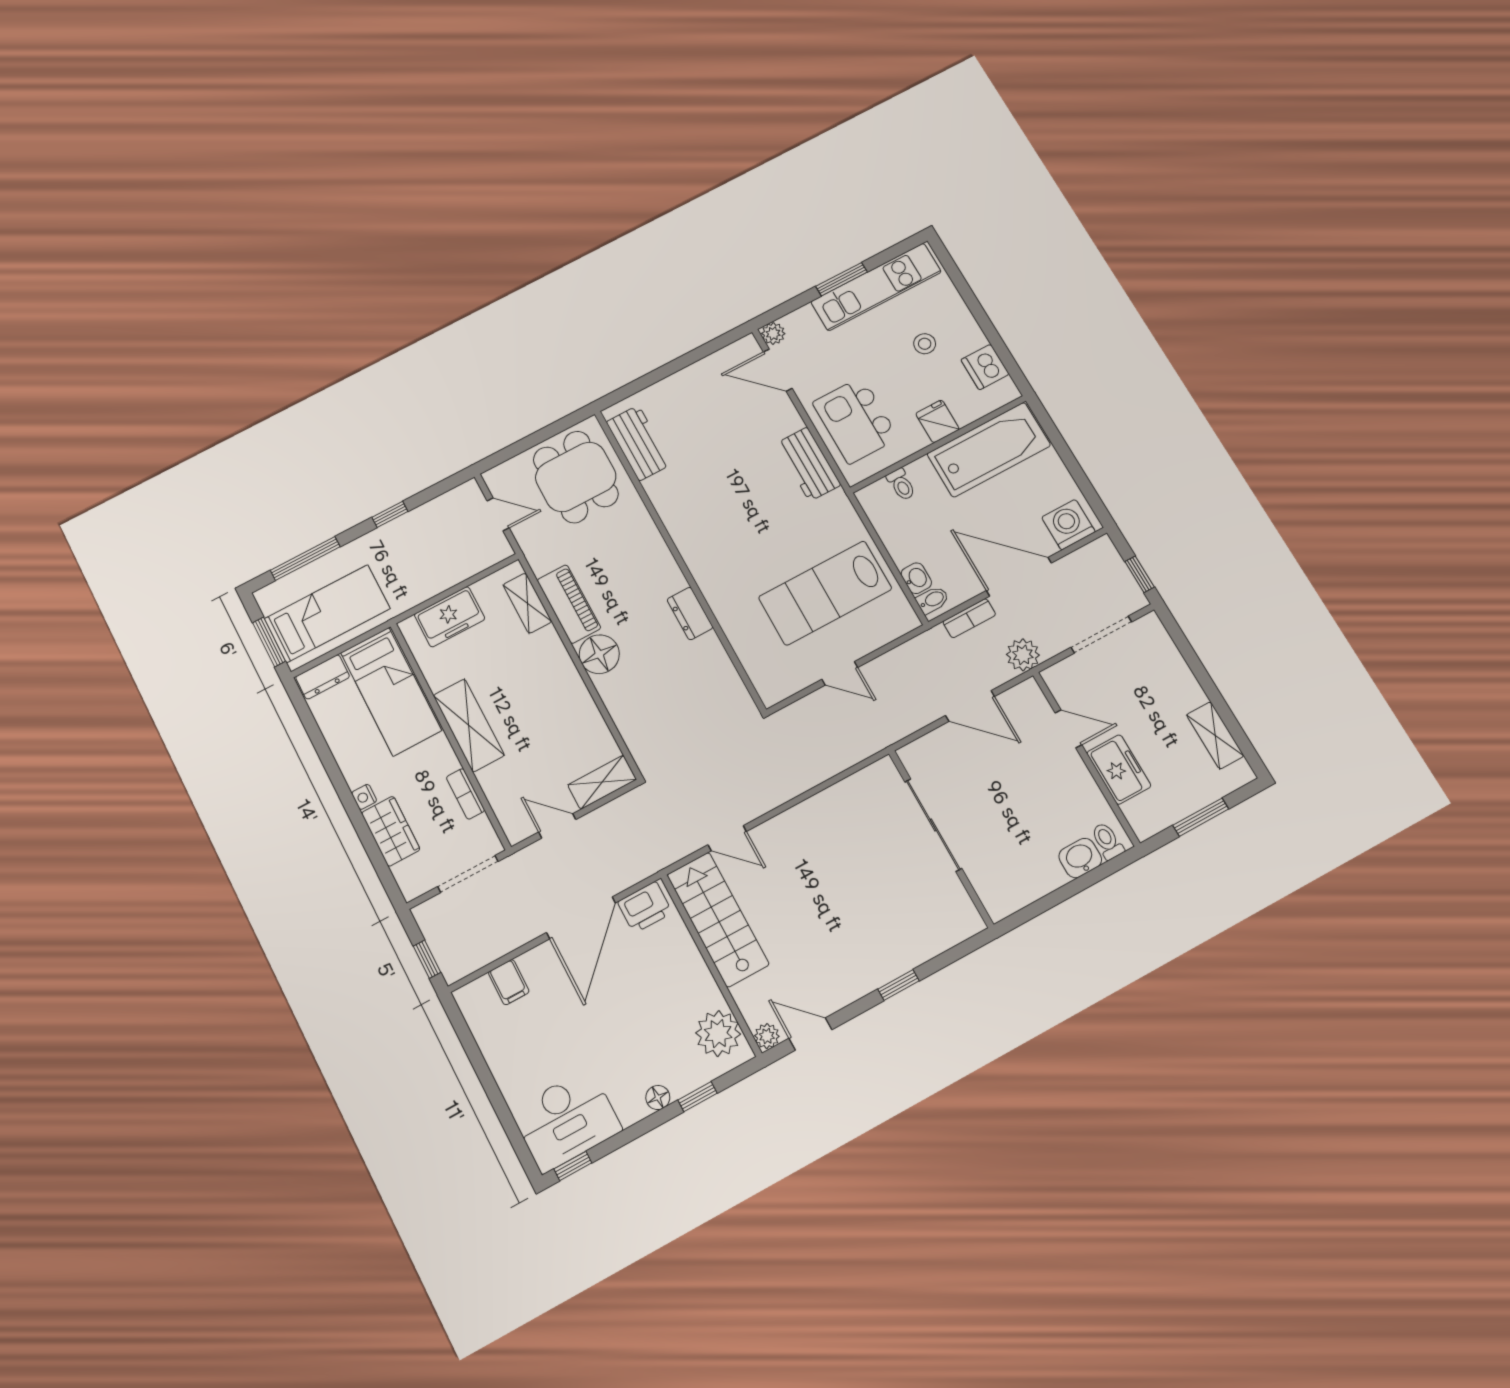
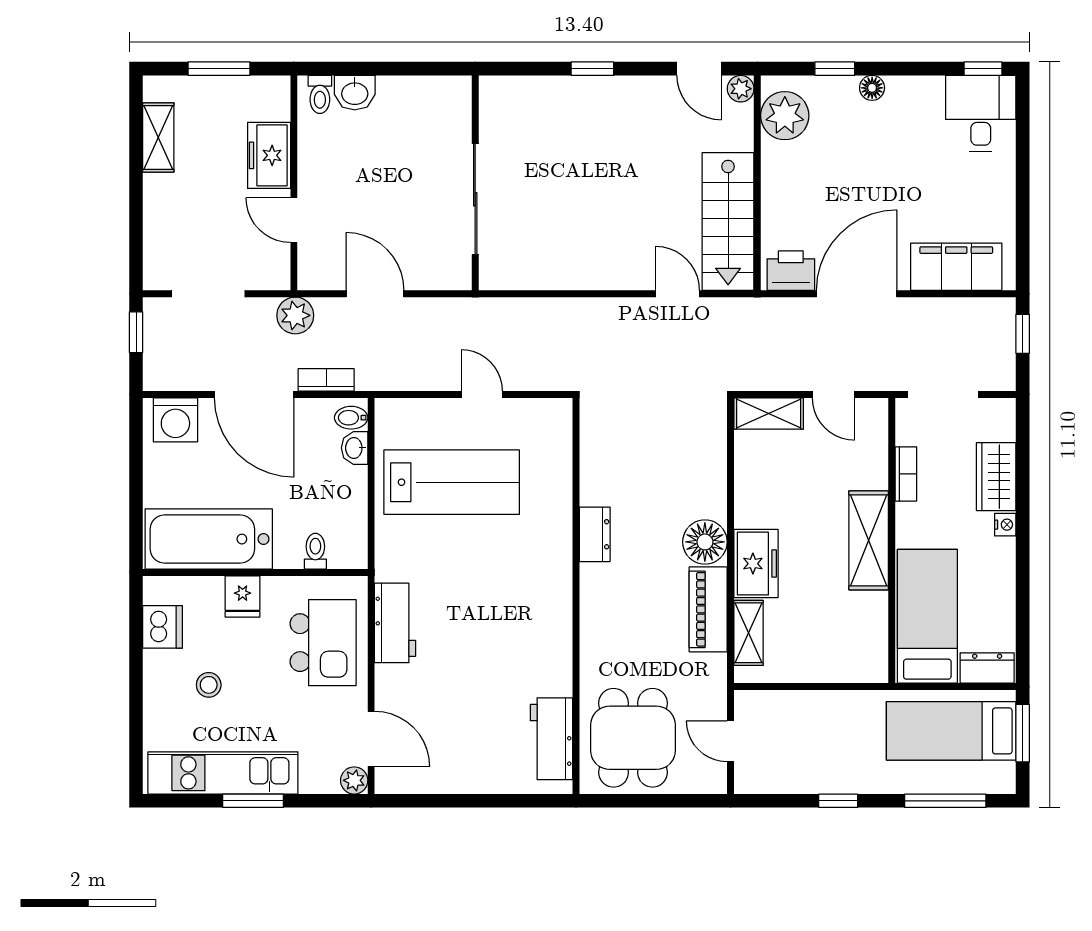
freezer: (450, 617) -> (756, 564), moved, turned 90
filing cabinet: (509, 982) -> (956, 267), width x3.00, depth x1.17
desk: (566, 1120) -> (981, 113), width x0.73

